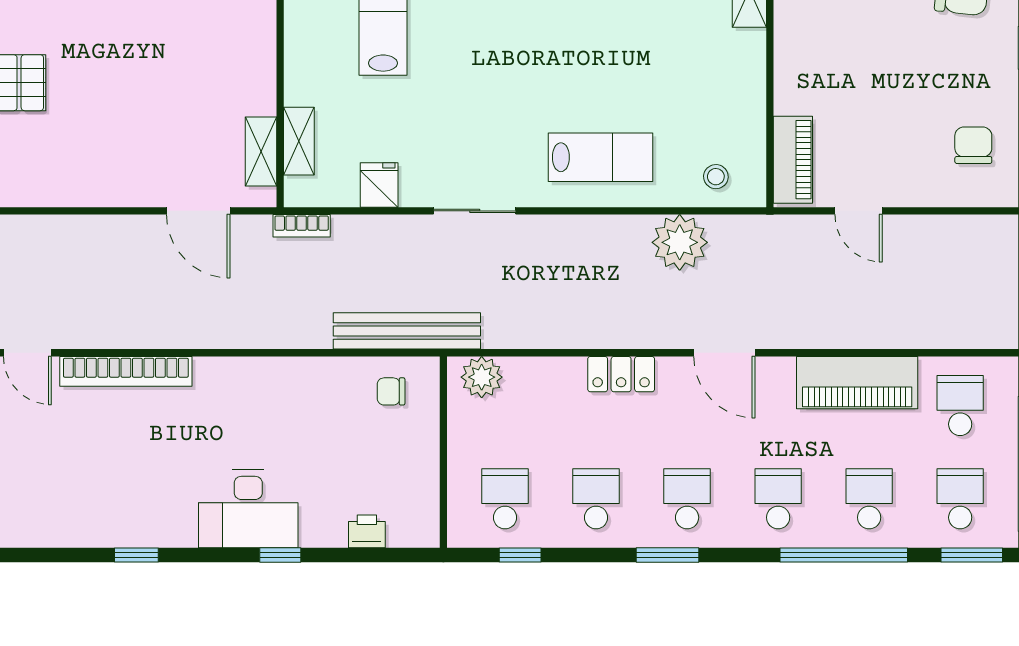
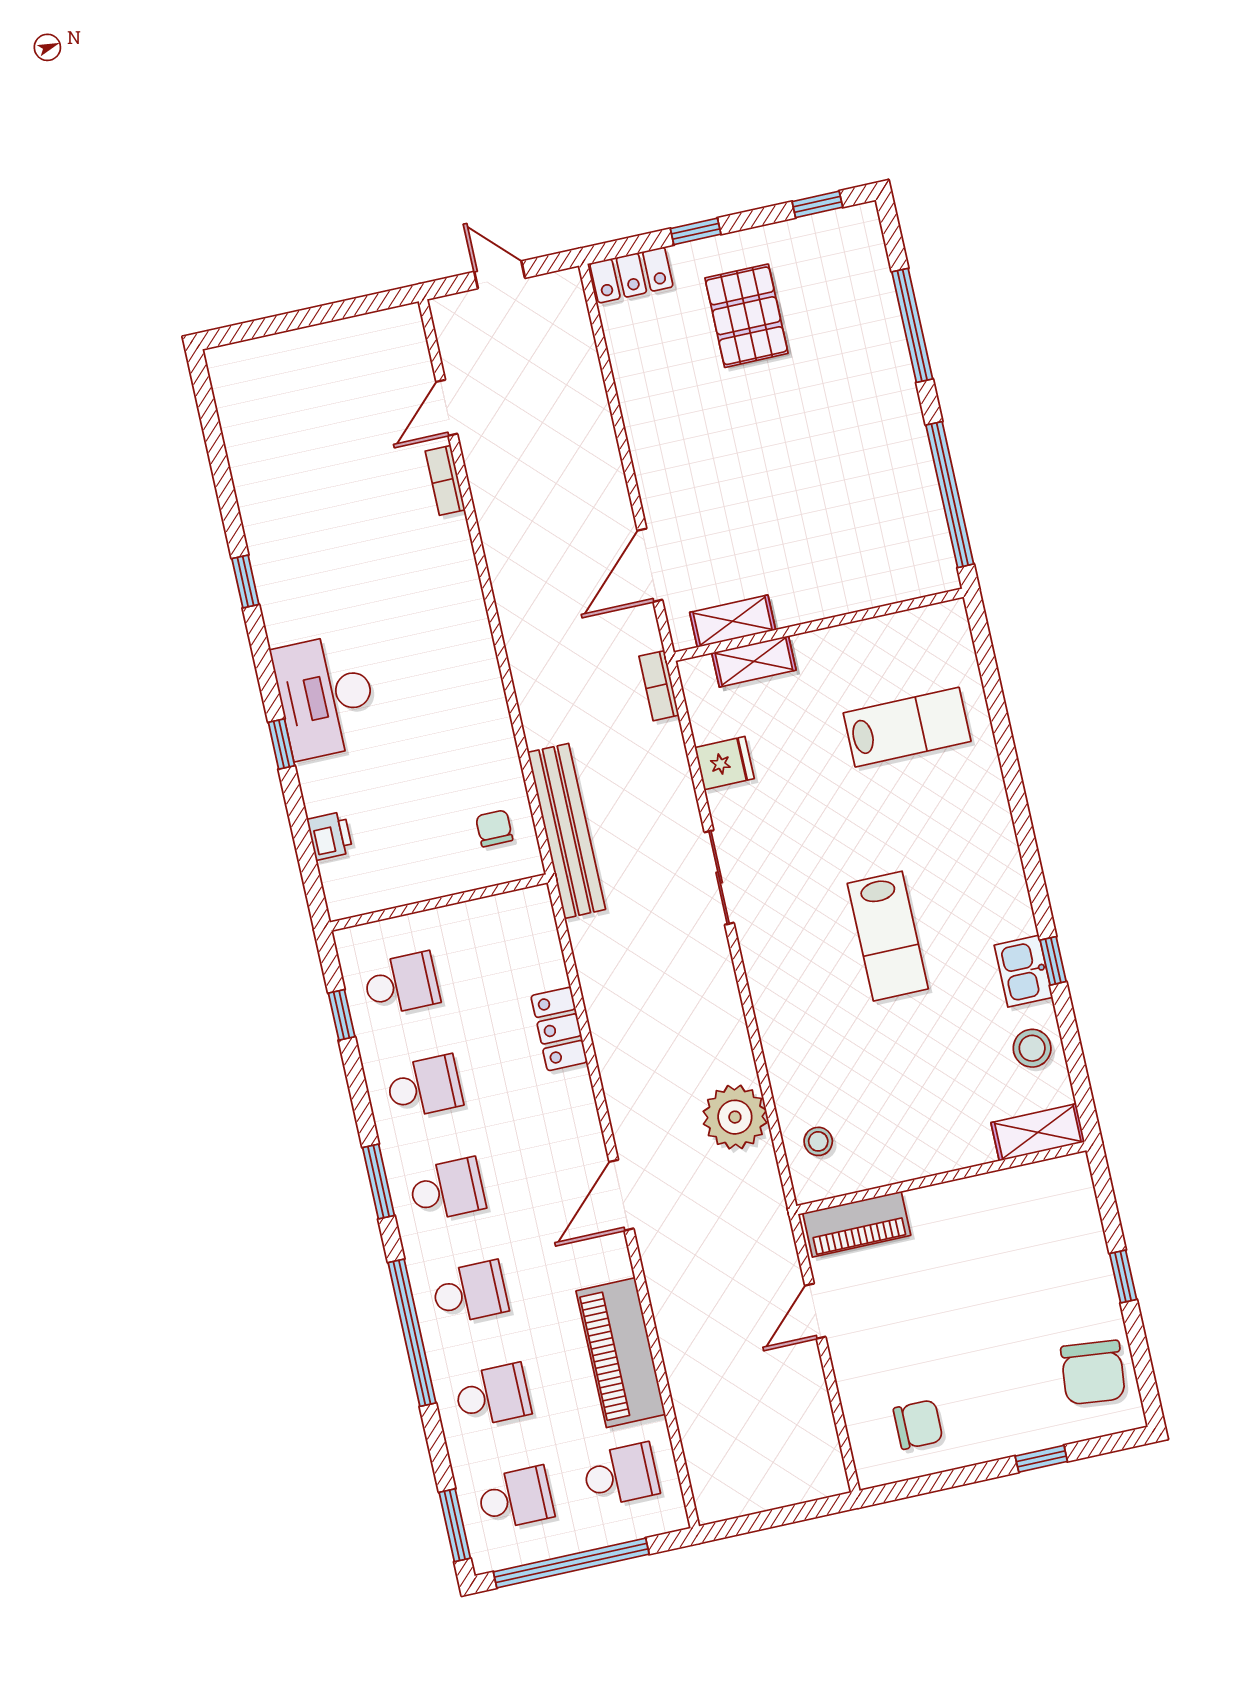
lab bench: (600, 157) -> (888, 936), moved
bookcase: (126, 371) -> (445, 480), width x0.43, depth x0.76
locker: (621, 374) -> (559, 1029), moved
plant: (482, 377) -> (533, 927), removed
window: (844, 555) -> (412, 1333), moved

